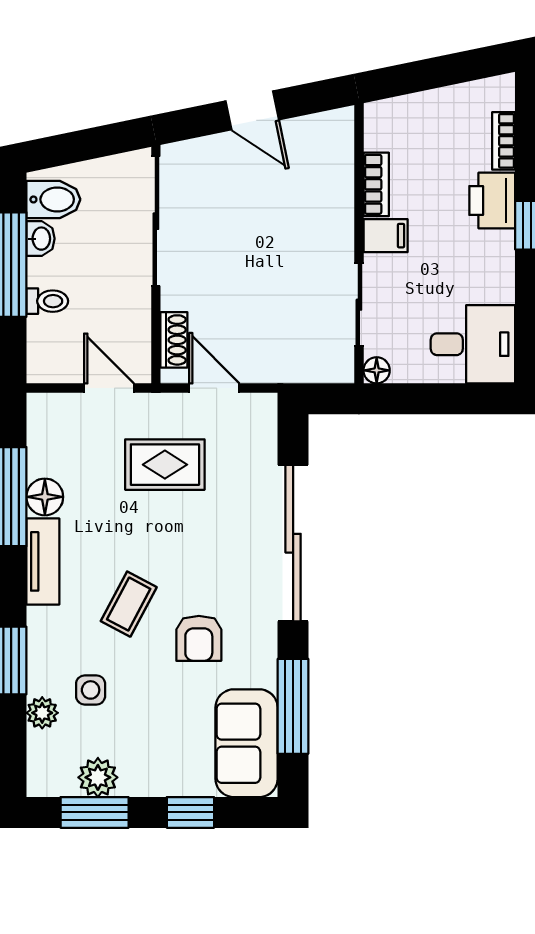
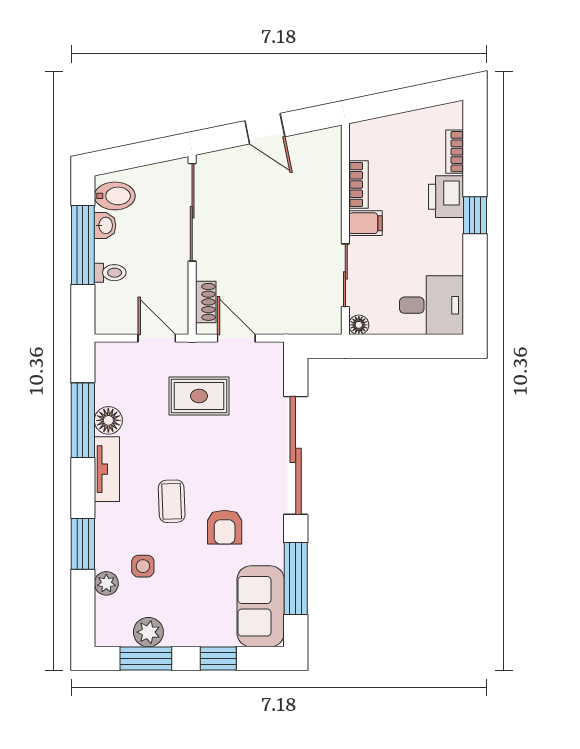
coffee table: (129, 604) -> (172, 501), turned -30

